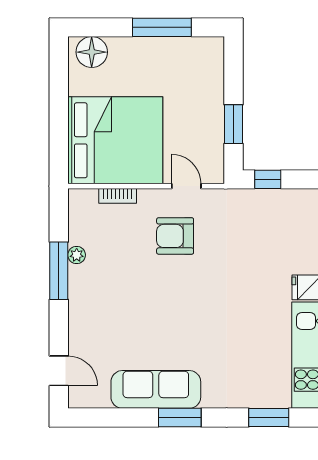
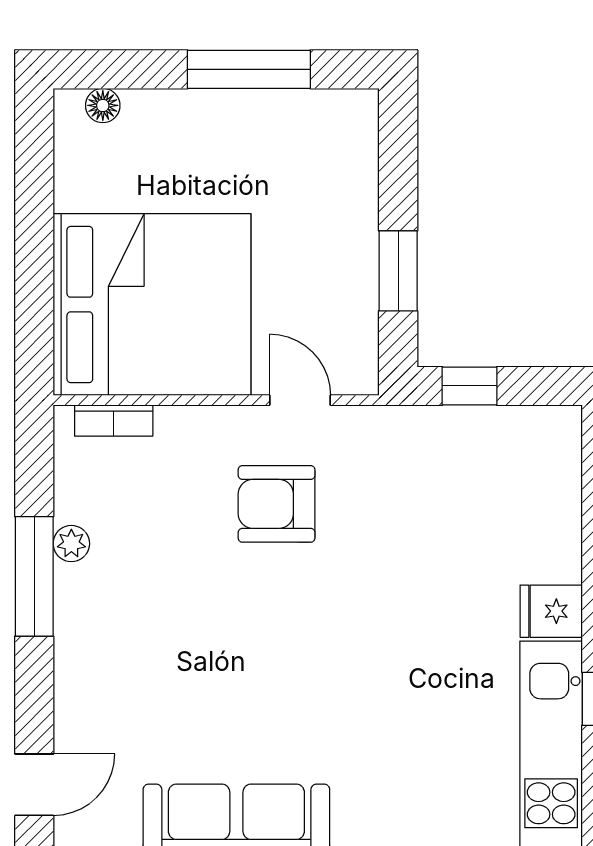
floor lamp: (92, 52) -> (103, 105), width x0.53, depth x0.53
bookcase: (118, 196) -> (114, 421), moved
door: (59, 371) -> (34, 785), hinge flipped

